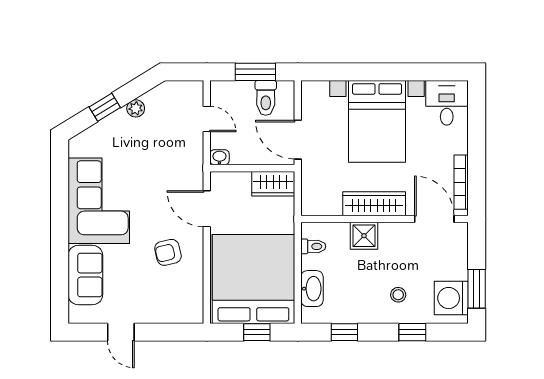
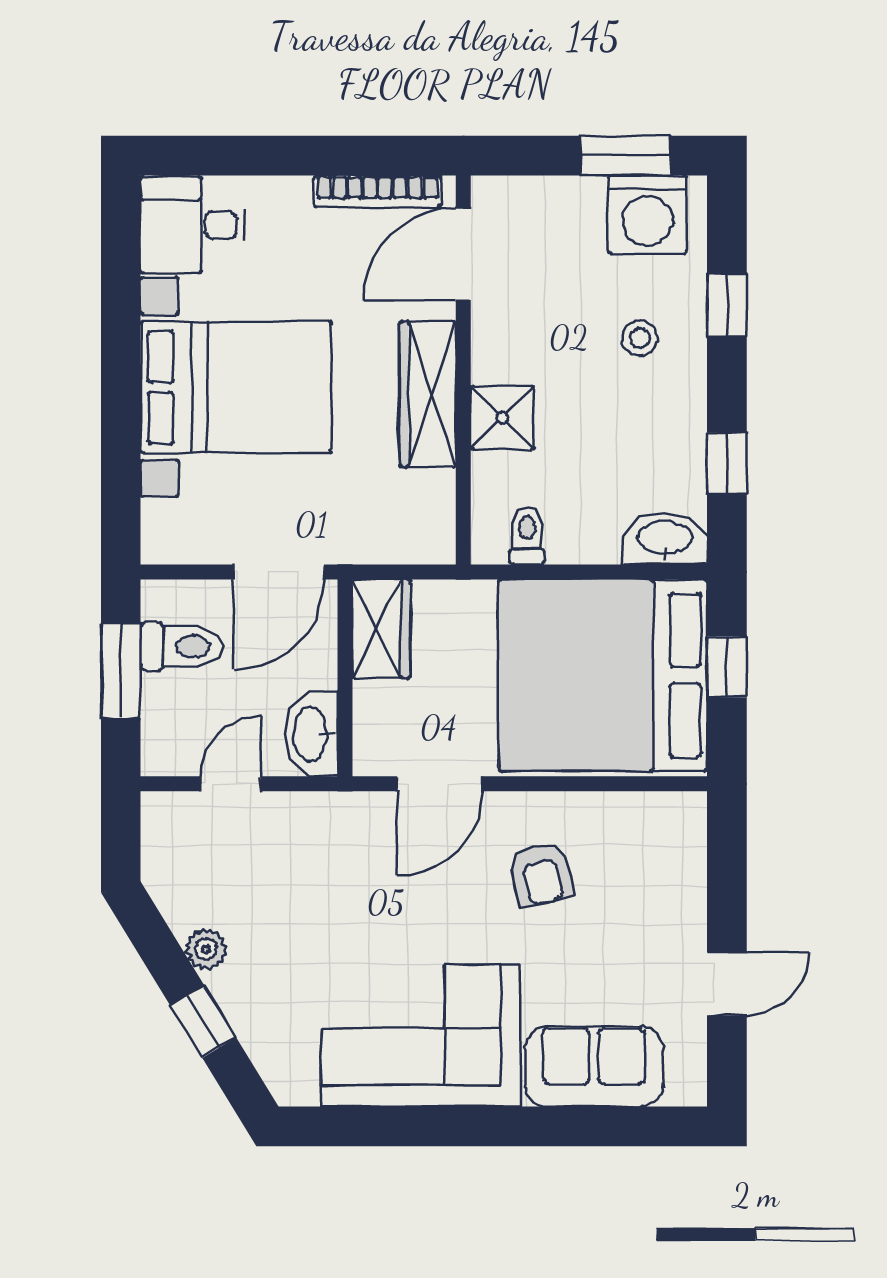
washbasin: (219, 157) -> (312, 734), width x1.91, depth x1.45
washbasin: (312, 289) -> (665, 539), moved

